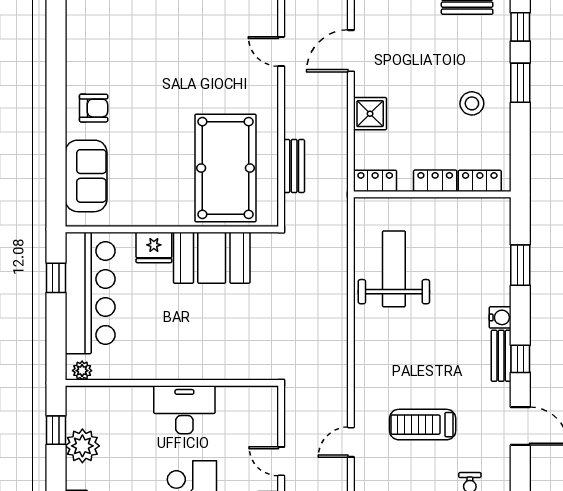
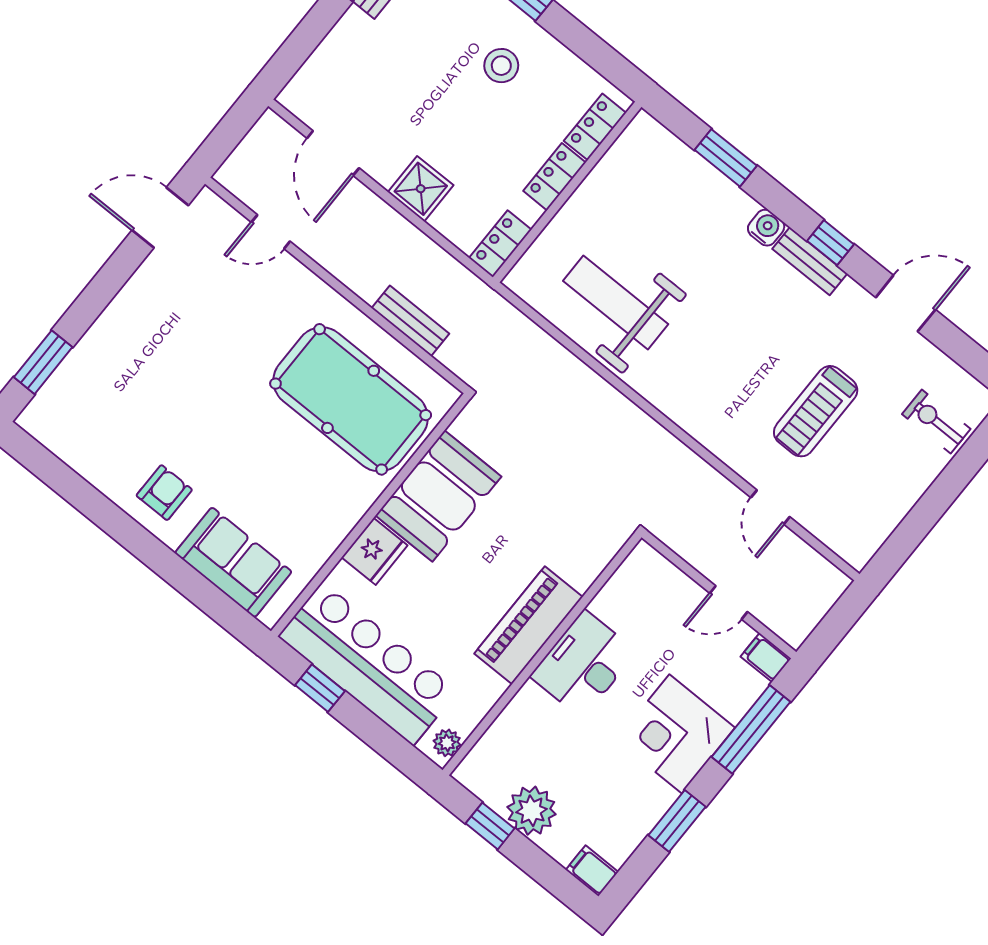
piano: (181, 363) -> (529, 625), added

